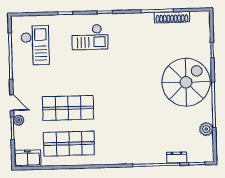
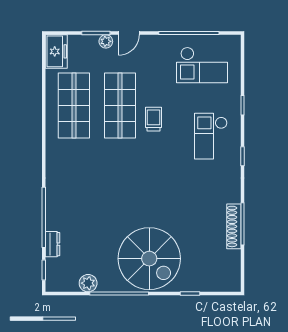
shoe rack: (172, 17) -> (234, 226), moved
trolley: (78, 82) -> (154, 119), added

